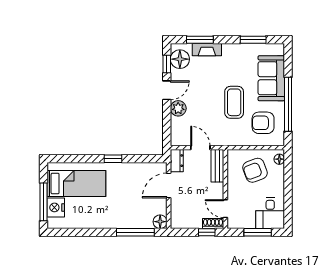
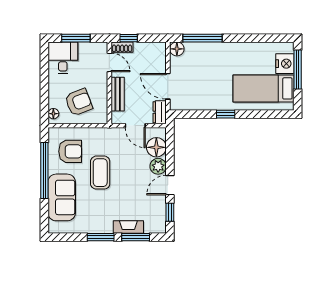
window: (253, 40) -> (101, 237), moved
floor lamp: (180, 59) -> (156, 147), moved
bench: (217, 166) -> (118, 94), moved
door: (169, 186) -> (168, 86), swing flipped

